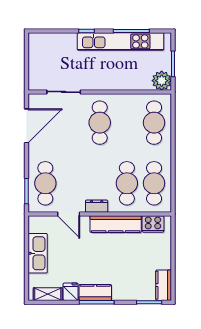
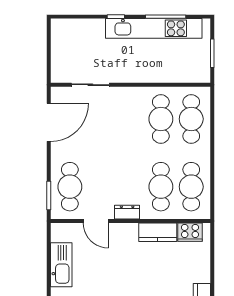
plant: (162, 81) -> (200, 72), removed
cafe table: (100, 123) -> (161, 119), moved
kitchen counter: (116, 224) -> (158, 232), width x0.67

